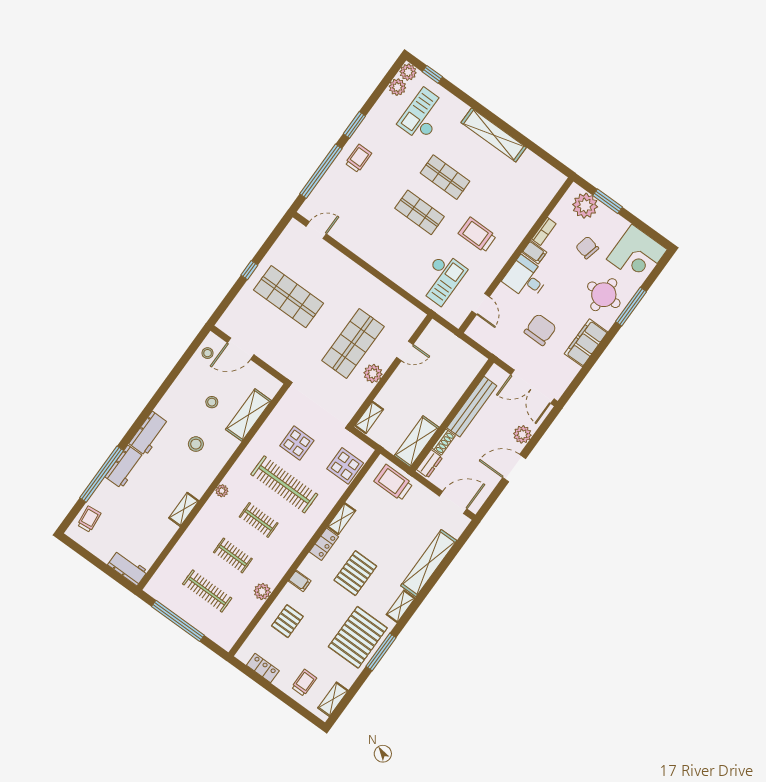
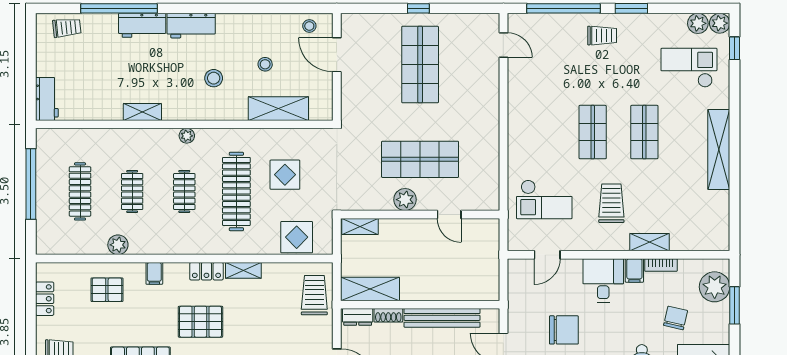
shelving: (523, 228) -> (650, 242), added

